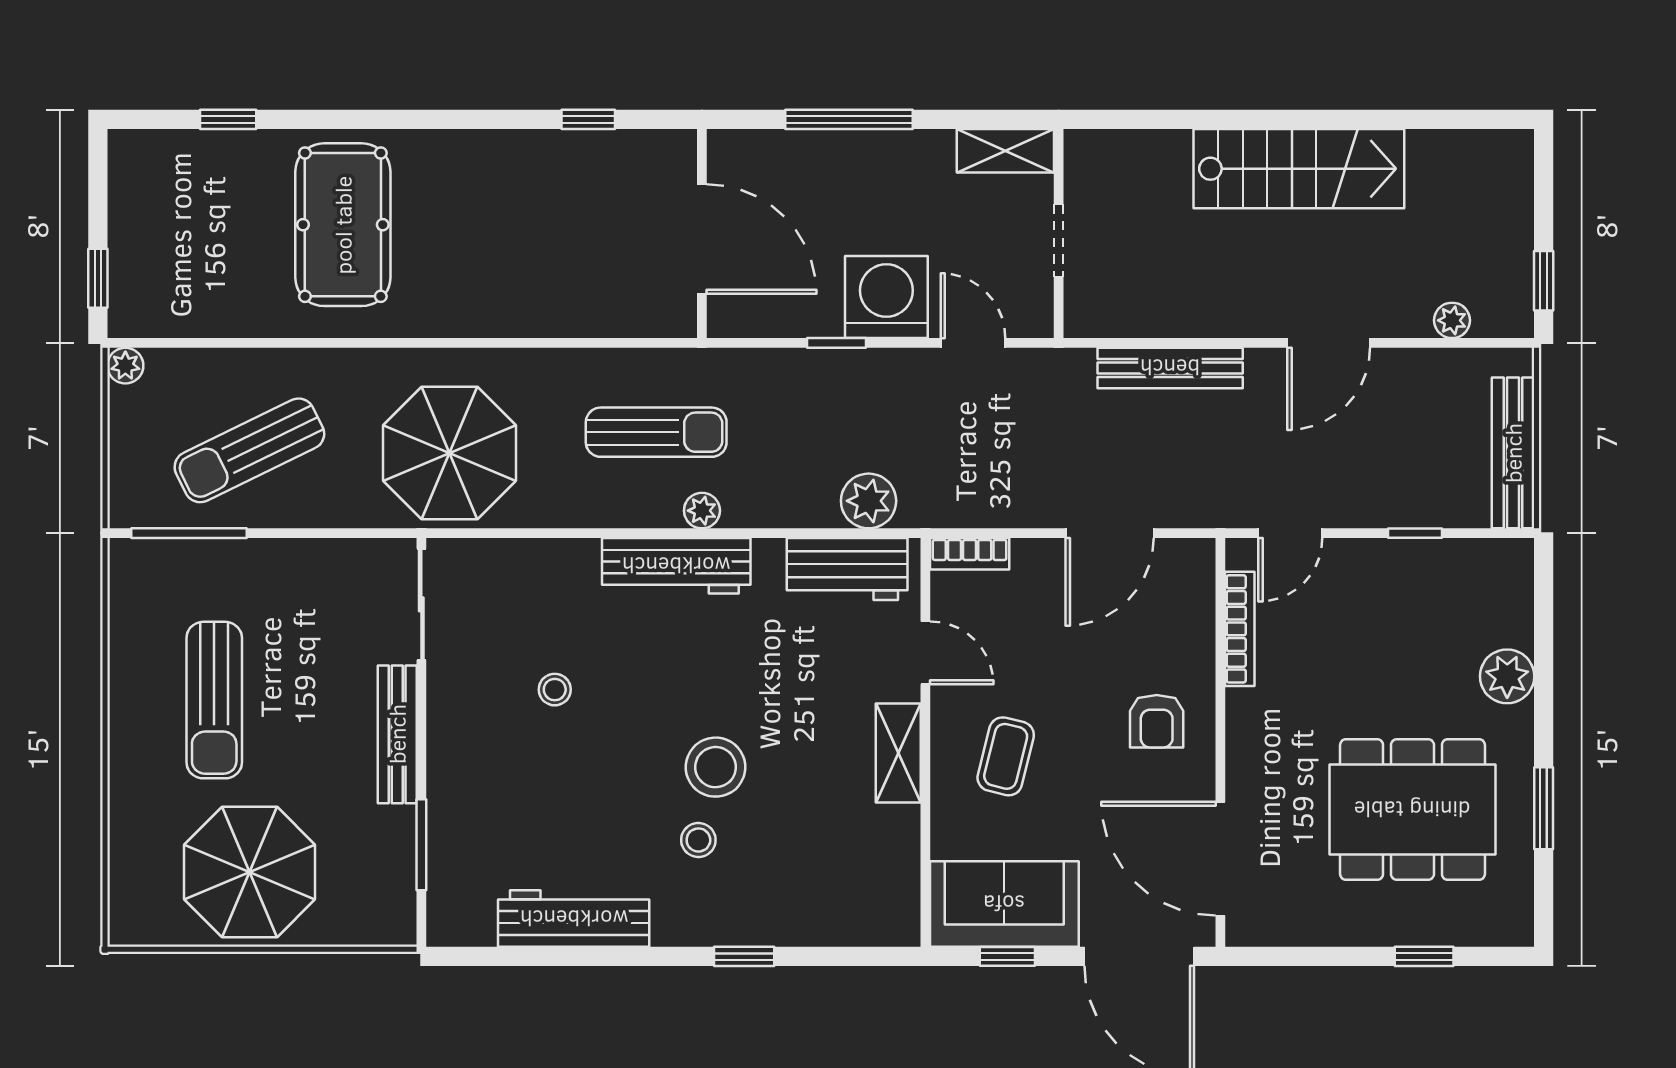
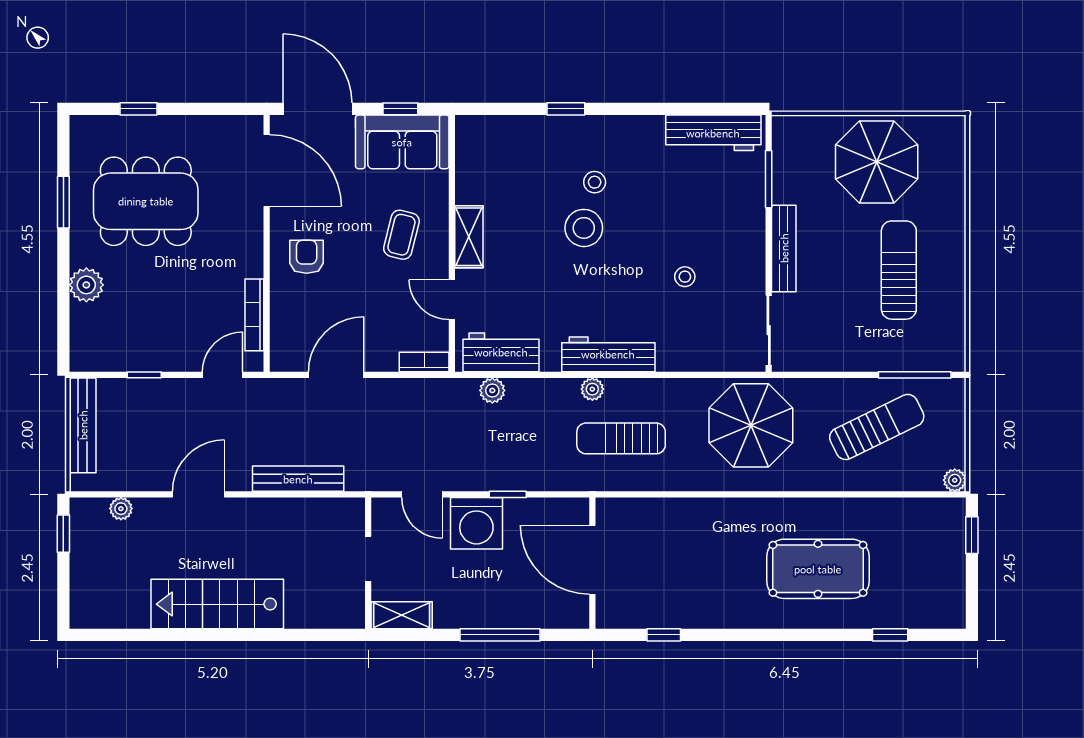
pool table: (343, 225) -> (818, 569), turned 90
plant: (869, 501) -> (492, 390), width x0.73, depth x0.73
workbench: (574, 919) -> (713, 133), moved

